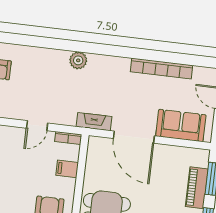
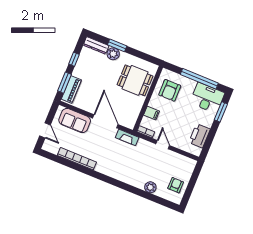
plant: (78, 60) -> (150, 187), moved
door: (37, 126) -> (163, 145), hinge flipped
piano: (197, 188) -> (71, 90), moved

